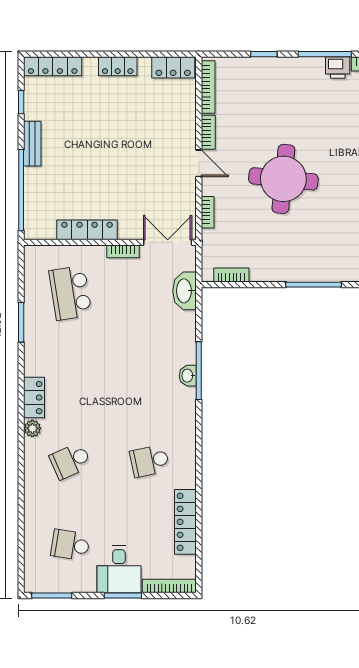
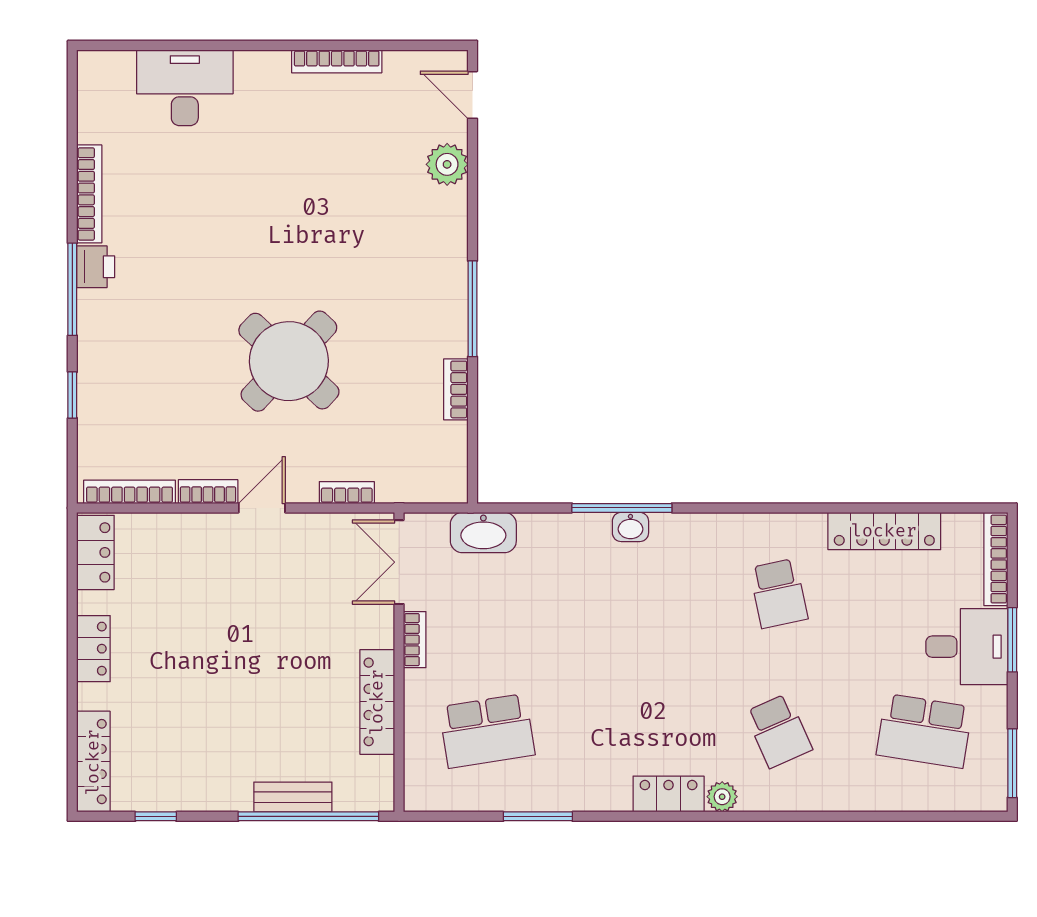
bench: (32, 144) -> (293, 797), moved
round table: (283, 179) -> (289, 361), turned 37
bookcase: (231, 275) -> (456, 389), moved
school desk: (70, 545) -> (924, 731), width x1.85

